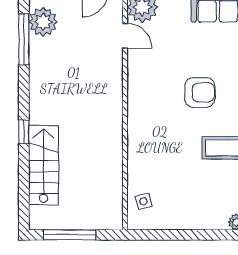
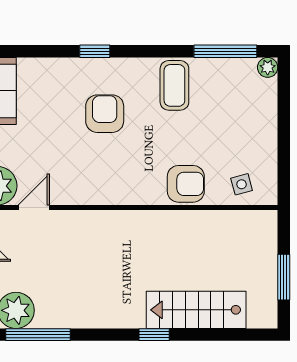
armchair: (144, 157) -> (186, 184), added
window: (70, 235) -> (284, 277), width x0.69

